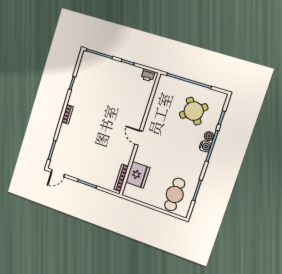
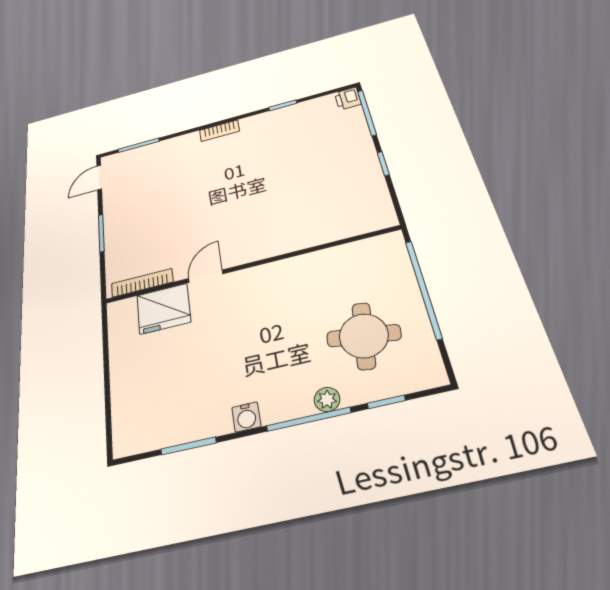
printer: (148, 75) -> (348, 98), moved
round table: (194, 111) -> (364, 336), turned 45
door: (139, 138) -> (206, 276), moved
water cooler: (205, 146) -> (246, 417), moved
door: (58, 173) -> (99, 177), hinge flipped
cafe table: (175, 194) -> (156, 404), removed

